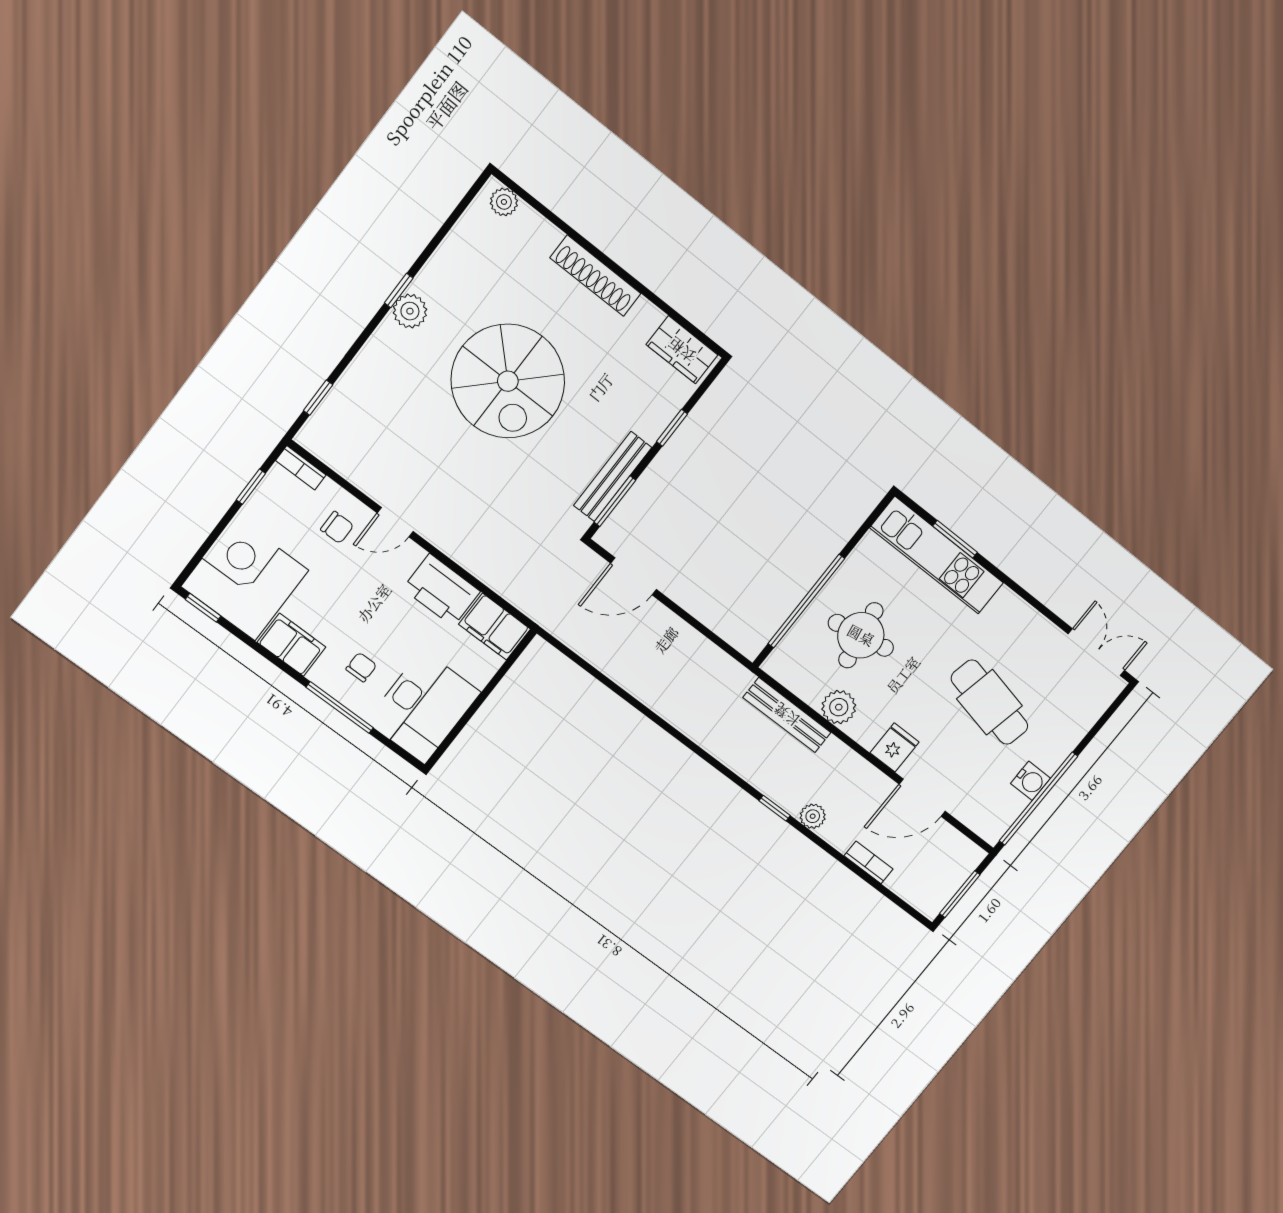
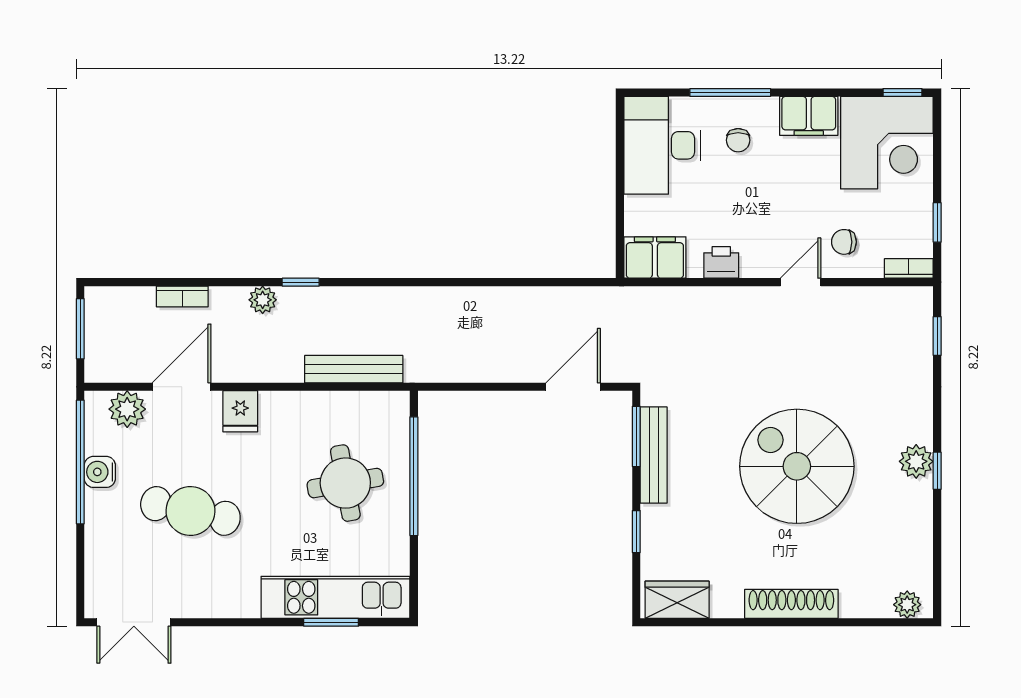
printer: (441, 590) -> (721, 262), width x0.53, depth x0.68
plant: (839, 707) -> (127, 409), moved

